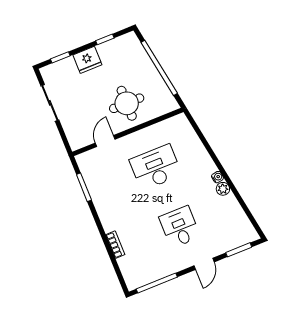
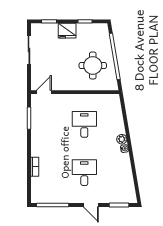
round table: (127, 103) -> (93, 66), moved
door: (105, 141) -> (44, 92), moved
desk: (156, 167) -> (84, 124), width x0.73
plant: (223, 189) -> (122, 139), moved
door: (204, 264) -> (91, 205), hinge flipped

